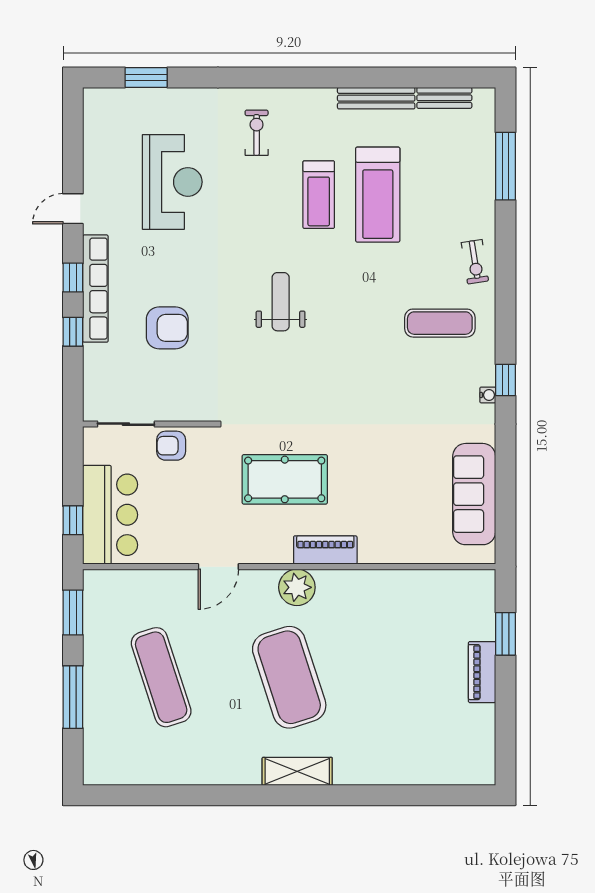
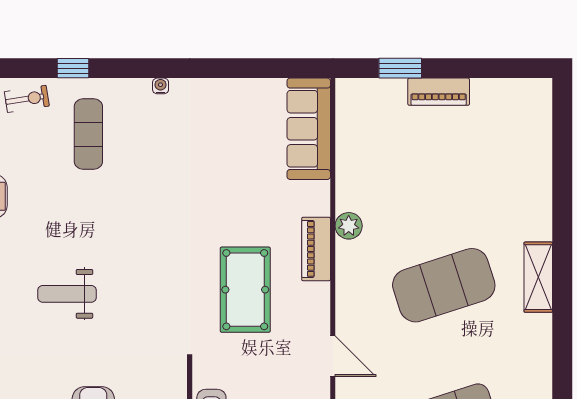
window: (505, 380) -> (73, 68), moved
sofa: (474, 494) -> (309, 129), moved, turned 90
plant: (297, 587) -> (349, 226), moved, width x0.73, depth x0.73

